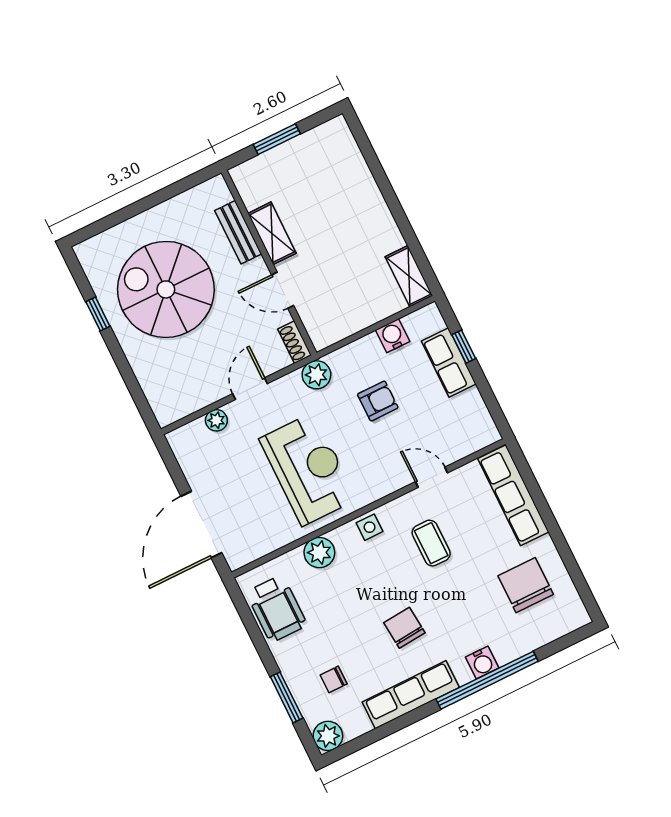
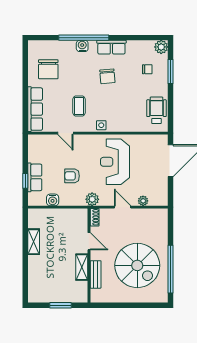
shelving: (409, 276) -> (34, 242), moved
window: (98, 314) -> (171, 269), width x3.17
door: (250, 389) -> (123, 207), swing flipped
plant: (319, 553) -> (127, 125), removed
row of seats: (411, 695) -> (111, 47), width x0.68

